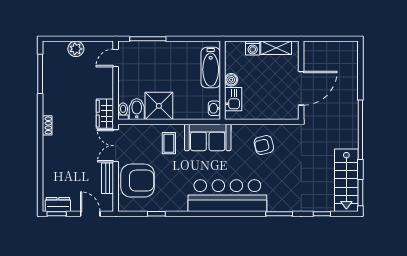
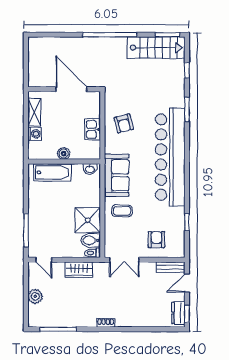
kitchen sink: (233, 99) -> (92, 129), moved, turned -90
wardrobe: (105, 114) -> (79, 270), moved
bench: (108, 178) -> (171, 267), moved
armchair: (138, 181) -> (156, 240), width x0.53, depth x0.53
bar counter: (227, 196) -> (170, 157), width x1.36

